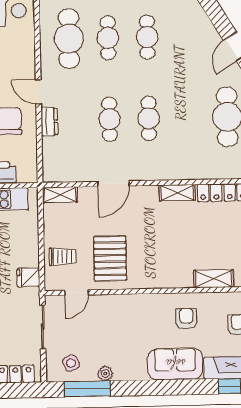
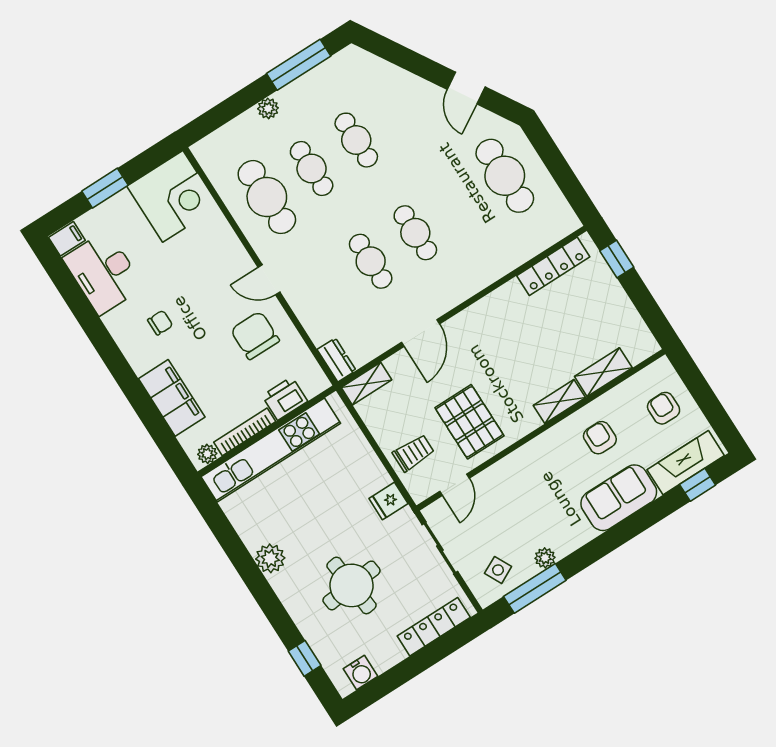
dresser: (49, 122) -> (337, 360), moved
shelving: (177, 193) -> (559, 402), moved

